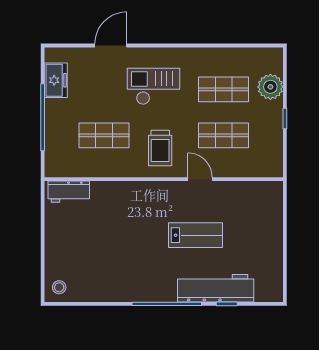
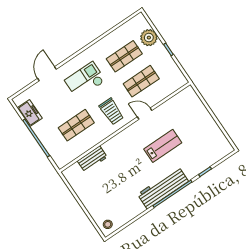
workbench: (69, 192) -> (92, 159), moved
workbench: (216, 288) -> (163, 188), moved

